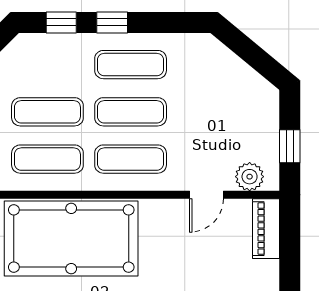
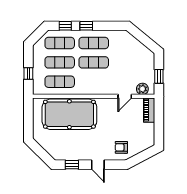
exercise mat: (131, 159) -> (60, 43), moved

